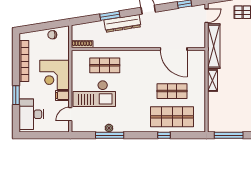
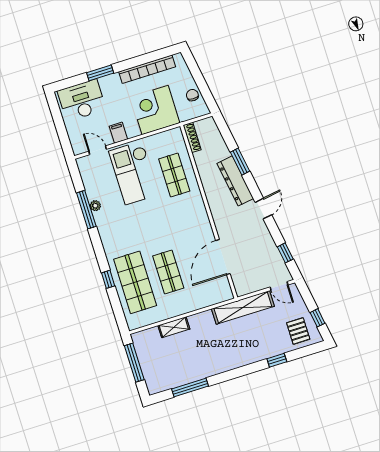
corner desk: (54, 75) -> (155, 110), moved
shelving: (212, 80) -> (174, 327), moved

